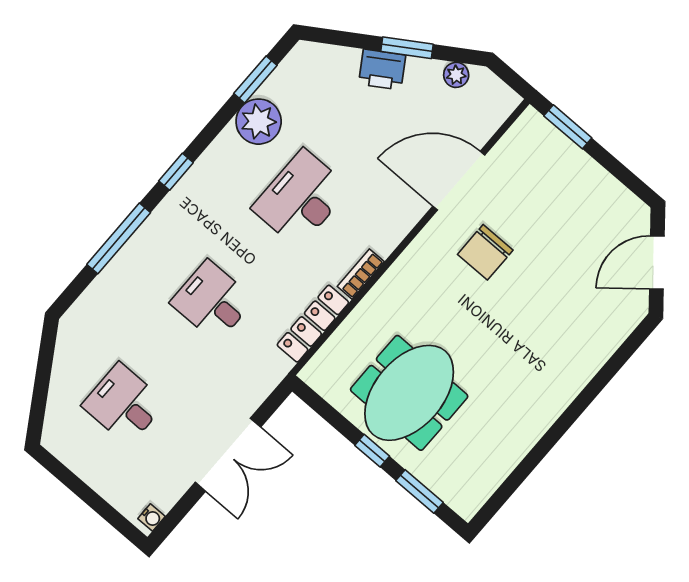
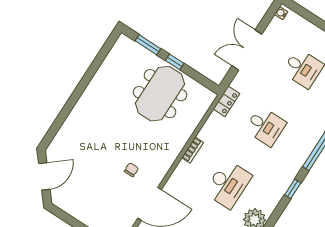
chair: (485, 252) -> (131, 170), width x0.54, depth x0.54
locker: (313, 324) -> (226, 101), moved, width x0.66

